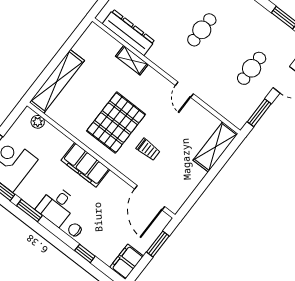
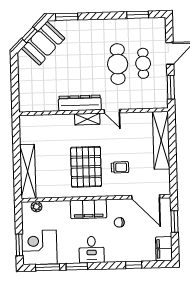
cafe table: (202, 30) -> (118, 64), moved, width x1.37, depth x1.35
dresser: (129, 32) -> (80, 103), moved
shelving: (132, 60) -> (87, 119), moved
shelving: (216, 147) -> (161, 140), width x1.47
chair: (75, 230) -> (119, 222), moved

